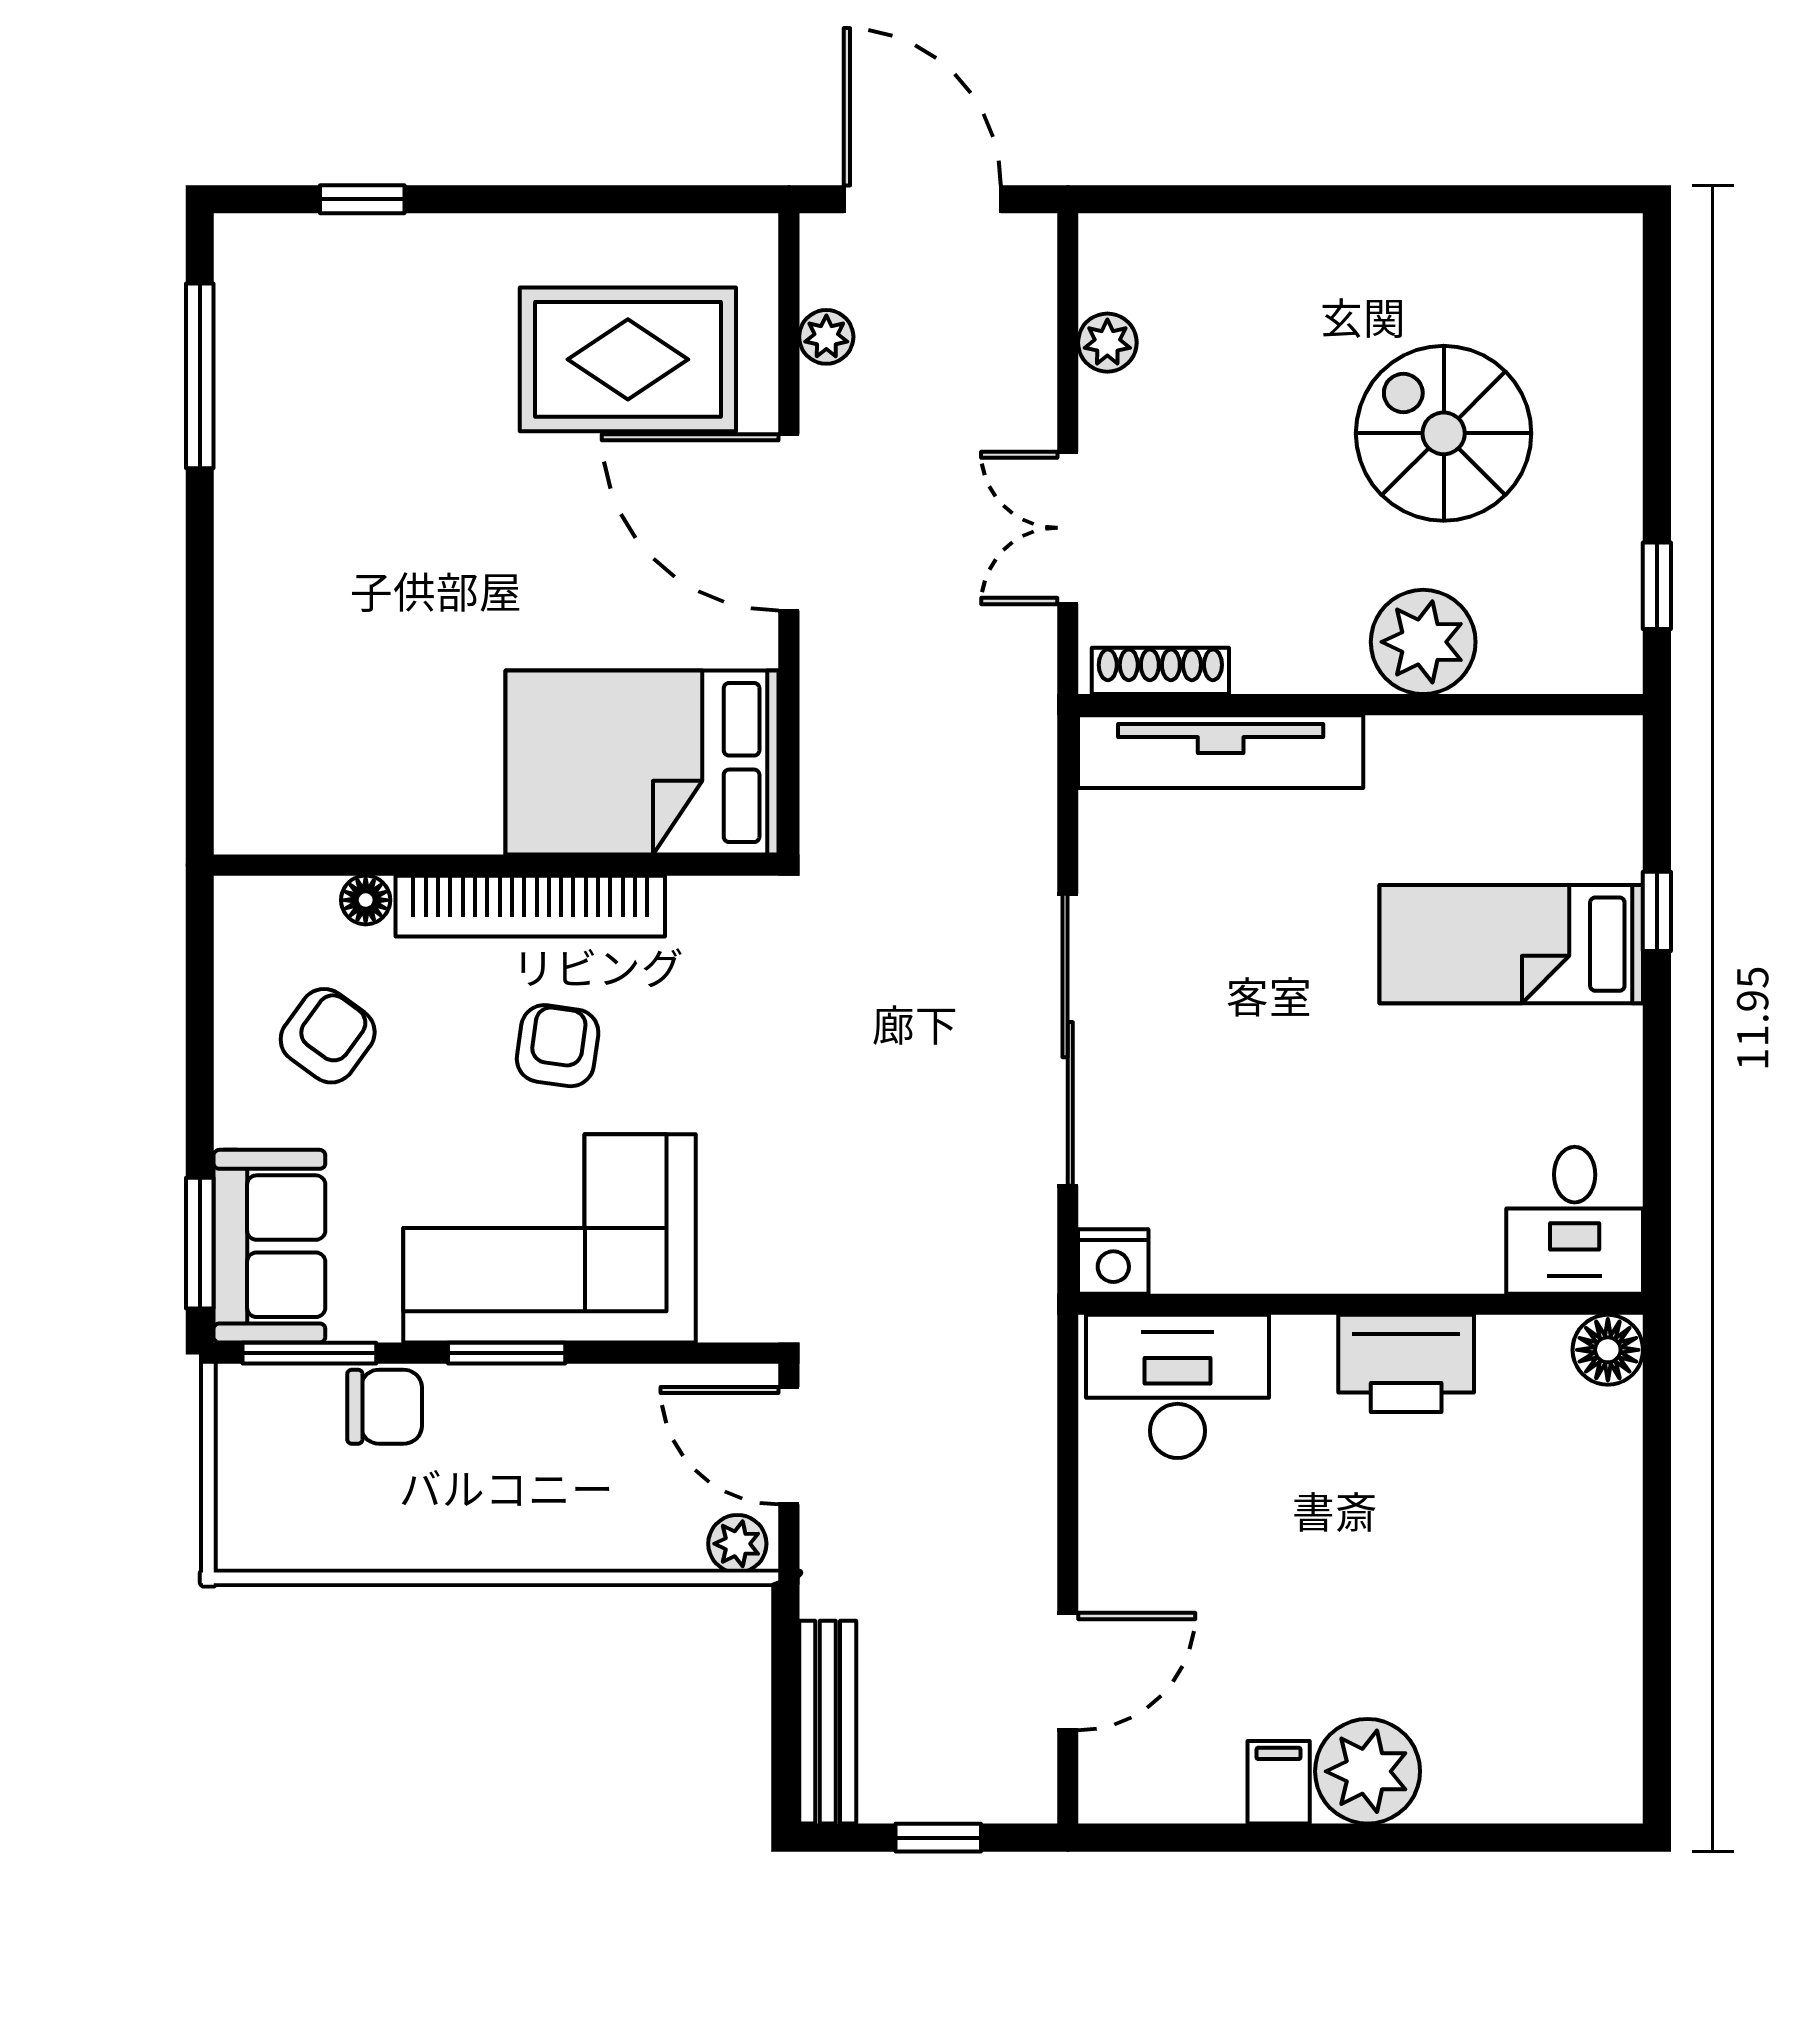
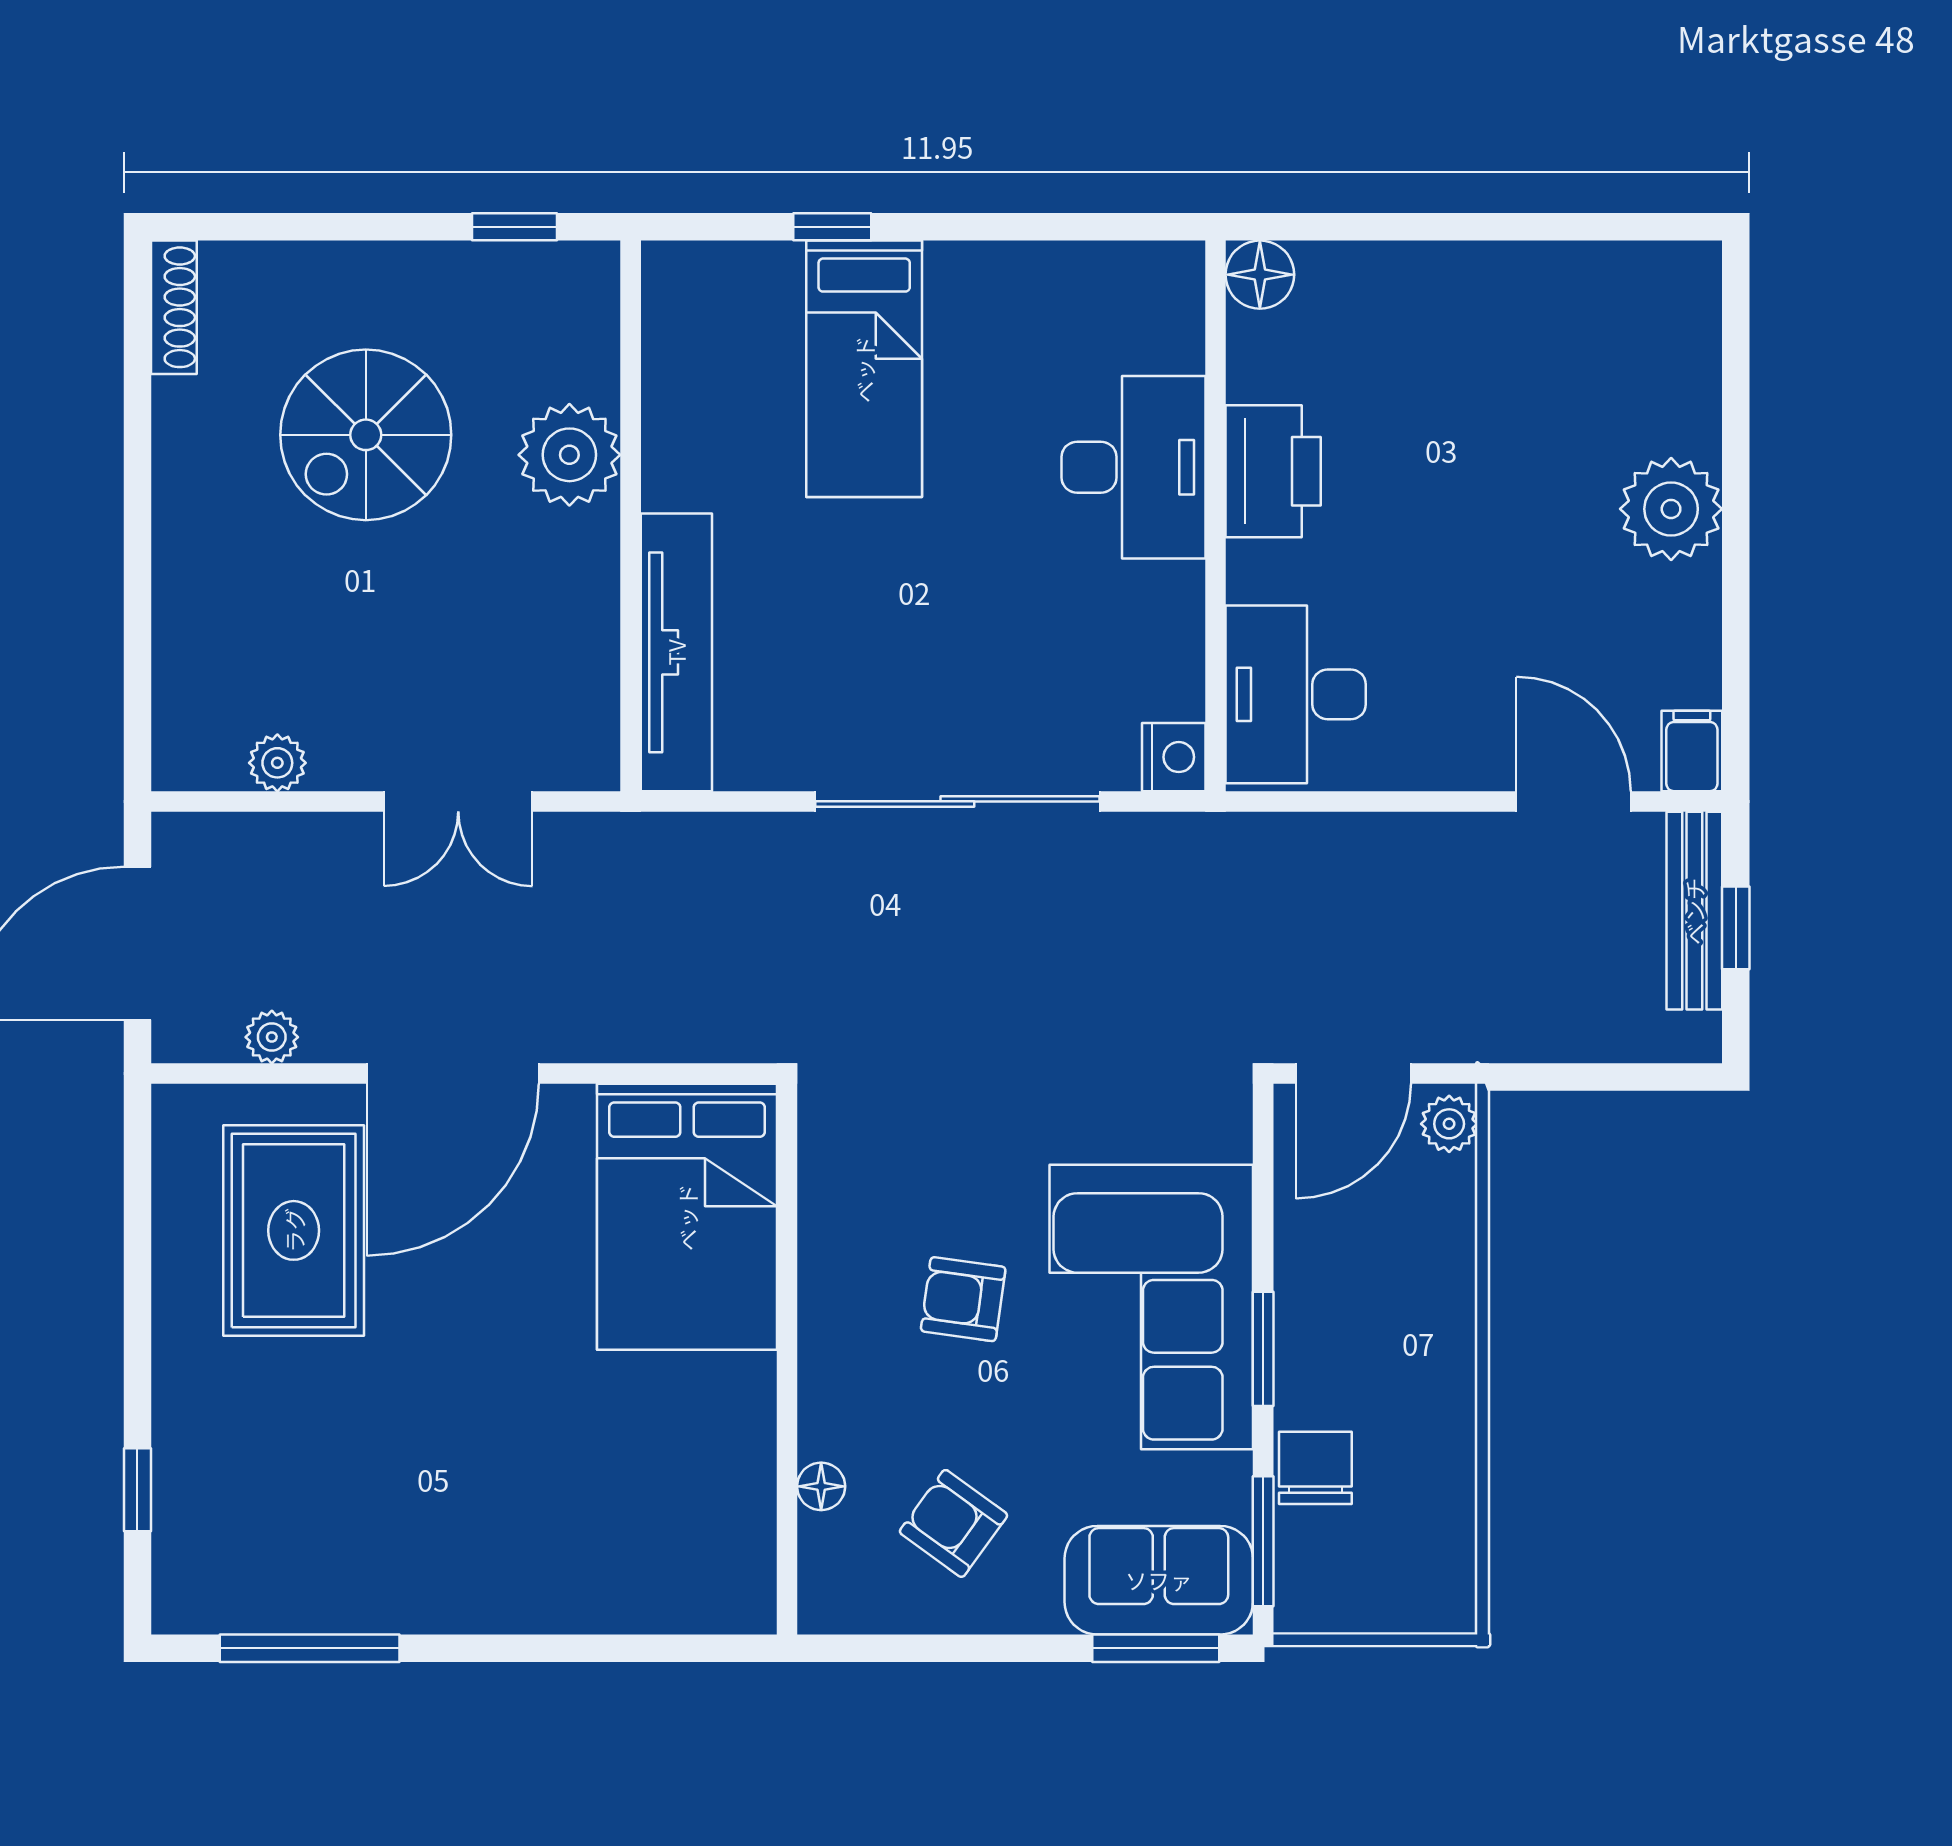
shoe rack: (1160, 671) -> (174, 307), moved, turned 180
bookcase: (530, 906) -> (827, 1326), removed
desk: (1575, 1220) -> (1133, 467), moved, width x1.37
bench: (828, 1722) -> (1694, 911), moved, turned 90
filing cabinet: (1279, 1782) -> (1692, 751), moved, turned 90

